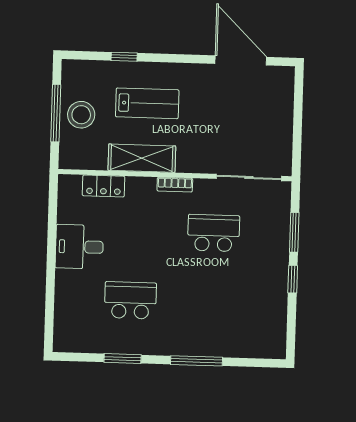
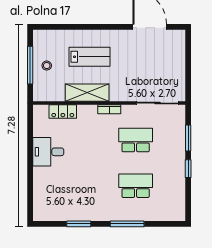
window: (124, 57) -> (74, 27), removed
stool: (81, 115) -> (47, 66), width x0.53, depth x0.53
school desk: (130, 300) -> (136, 186), moved

